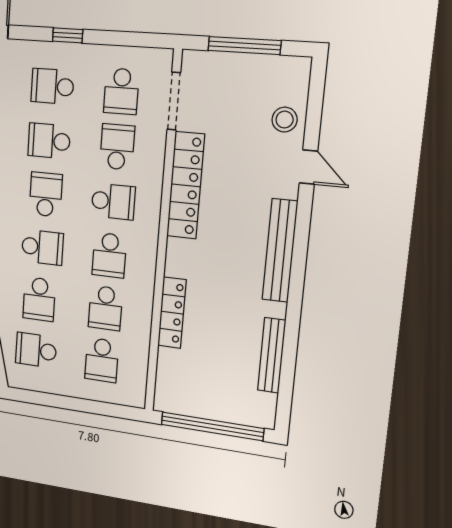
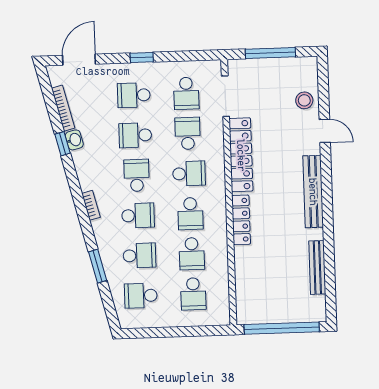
school desk: (39, 299) -> (139, 256), turned -90
locker: (172, 313) -> (241, 220), moved

